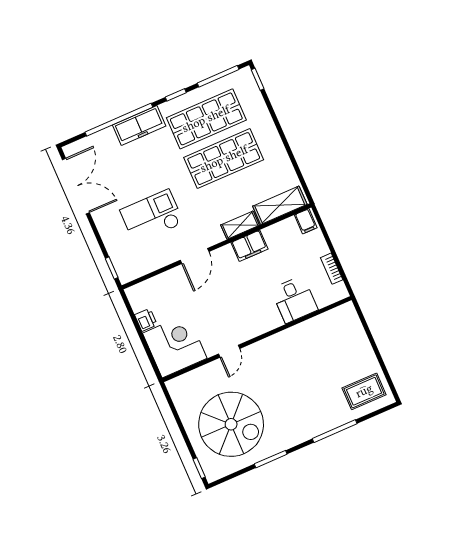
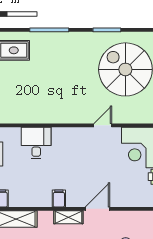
shelving: (240, 225) -> (68, 217), moved
filing cabinet: (249, 246) -> (59, 198), width x0.50

